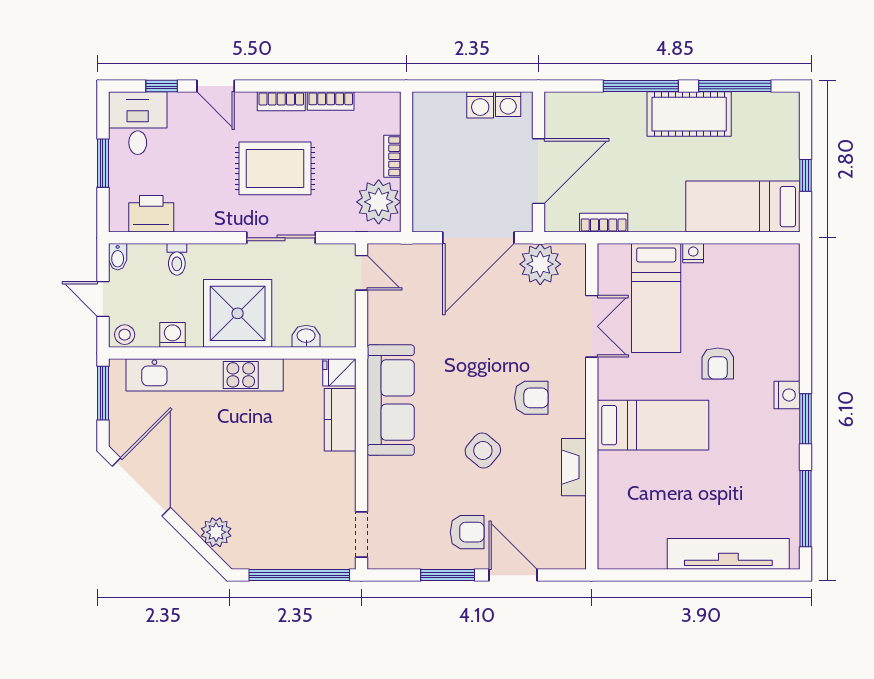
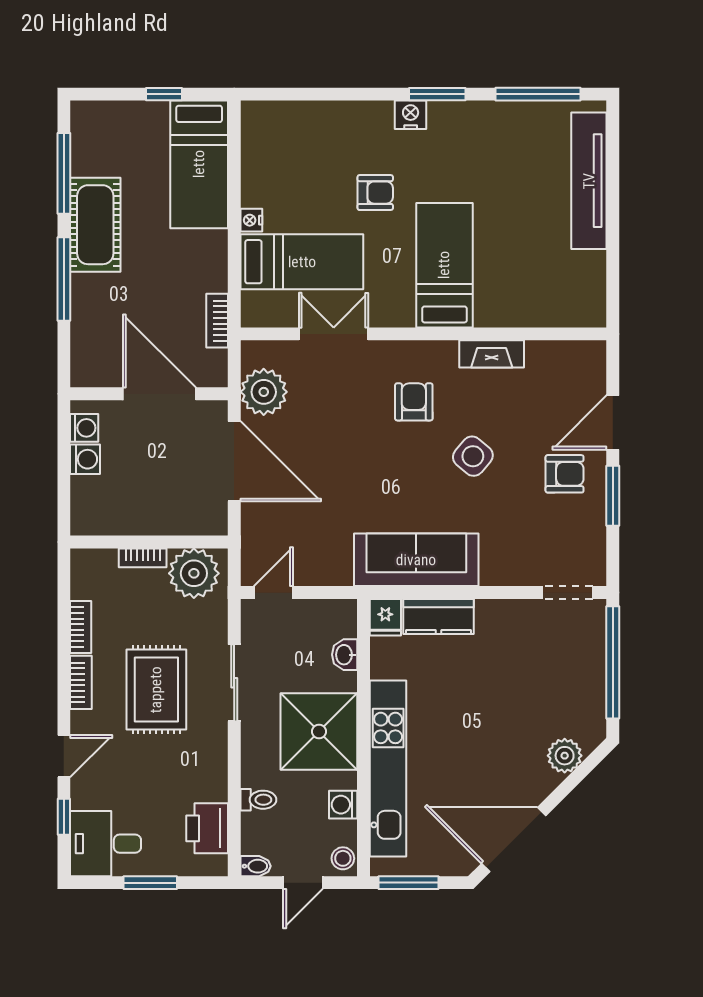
armchair: (467, 532) -> (565, 474), turned 90

